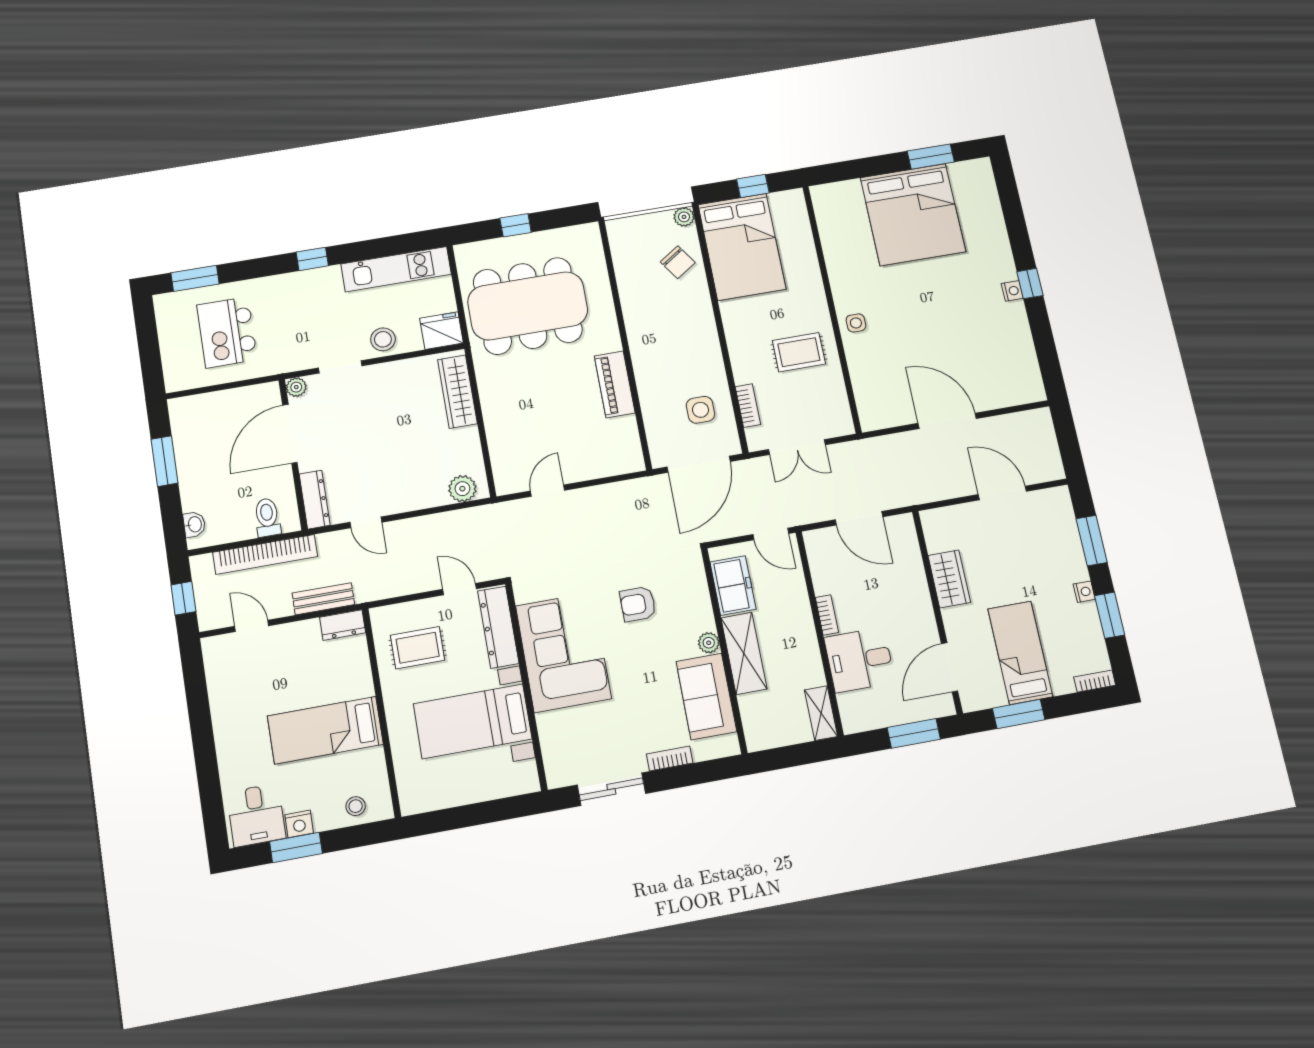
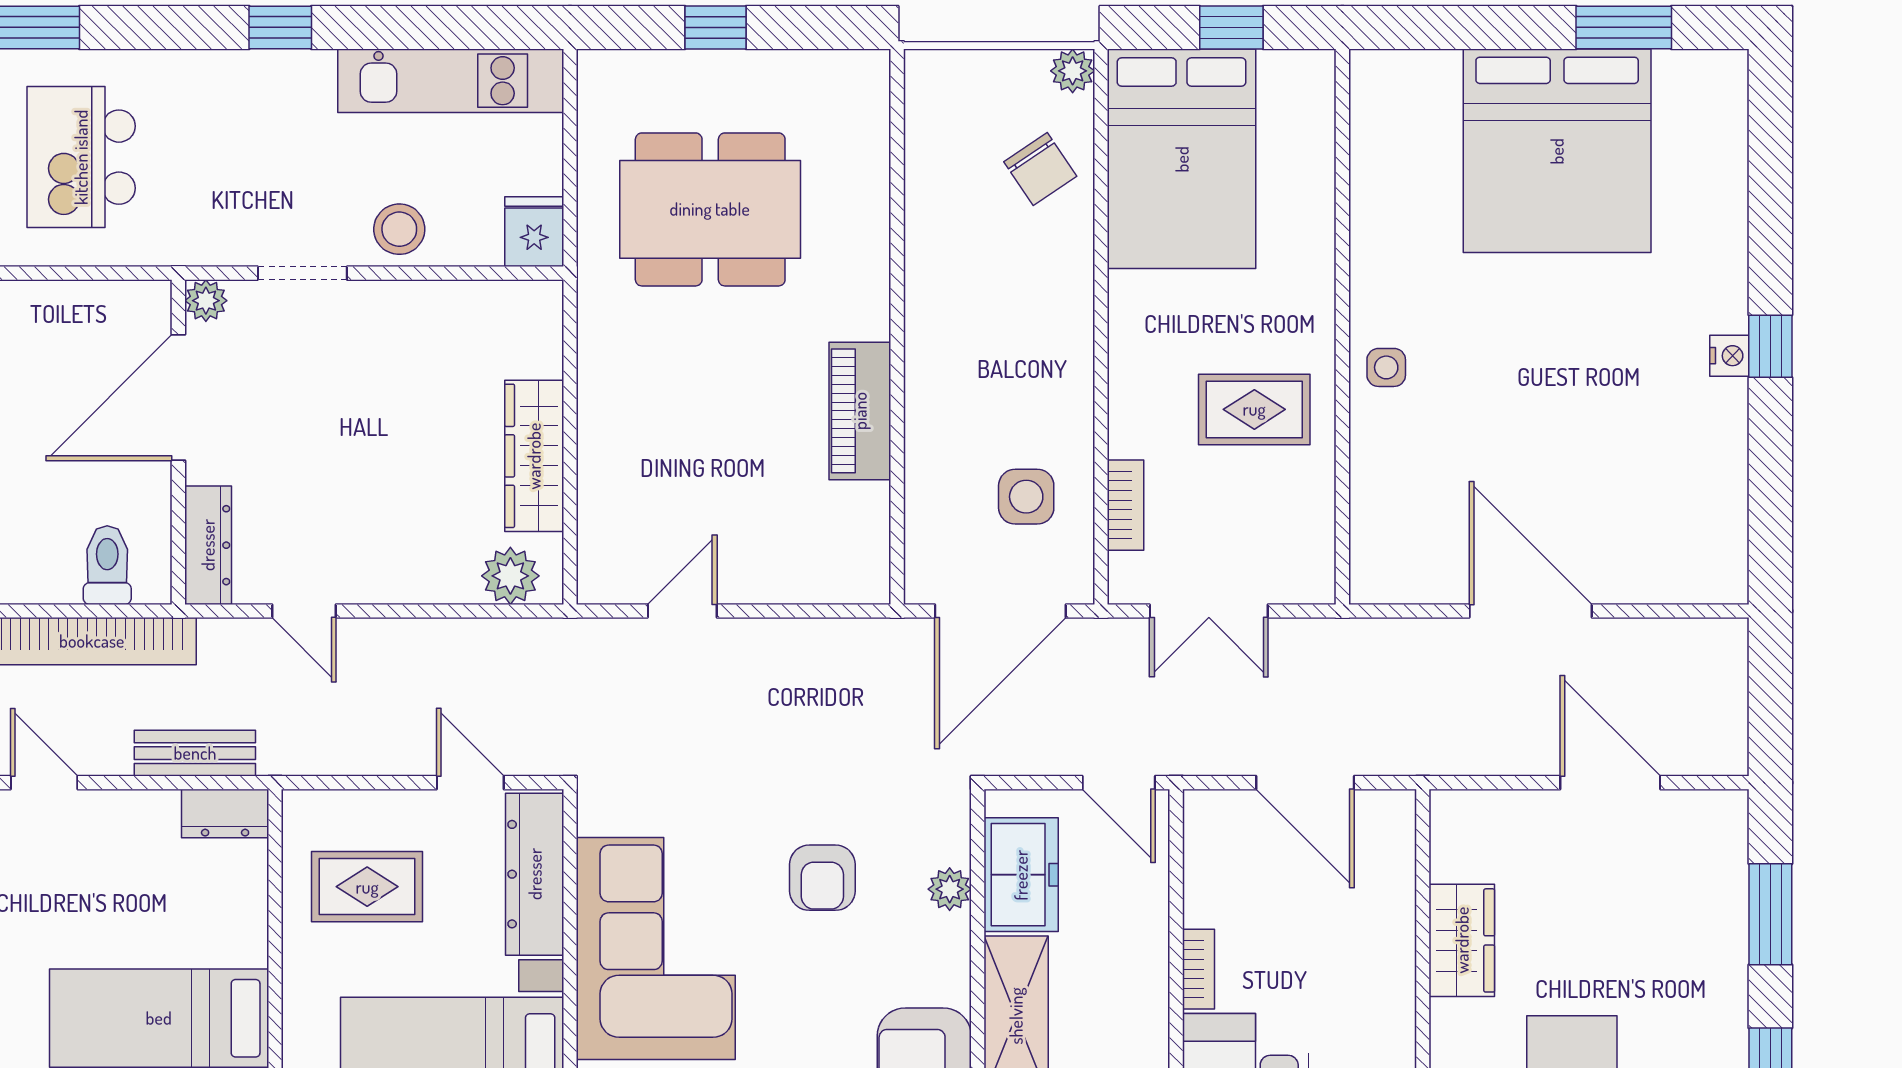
dining table: (528, 306) -> (710, 209), width x0.73, depth x0.80
fridge: (441, 331) -> (534, 232), width x0.72
wardrobe: (457, 392) -> (534, 456), moved
nightstand: (1084, 592) -> (1730, 1016), removed
armchair: (638, 604) -> (822, 878), turned -90
plant: (709, 643) -> (950, 889), moved

